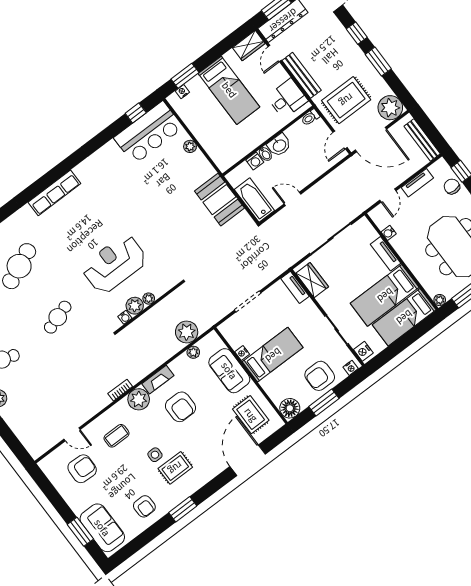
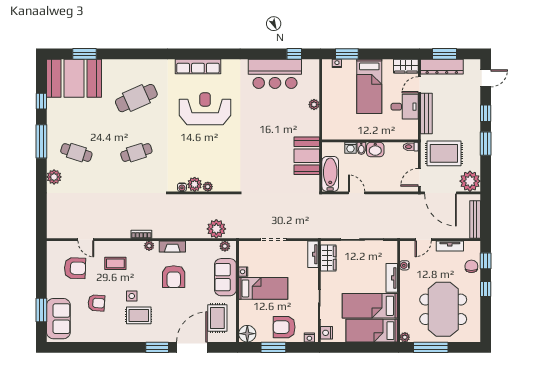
desk: (287, 99) -> (405, 107), moved
bar counter: (148, 133) -> (275, 74), moved
reception desk: (114, 264) -> (205, 109), moved
plant: (193, 352) -> (225, 246), moved
plant: (139, 399) -> (149, 246), width x0.53, depth x0.53
armchair: (144, 506) -> (96, 303), moved, turned -86
window: (183, 509) -> (157, 347), moved

